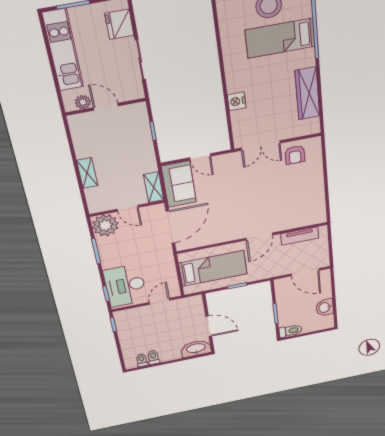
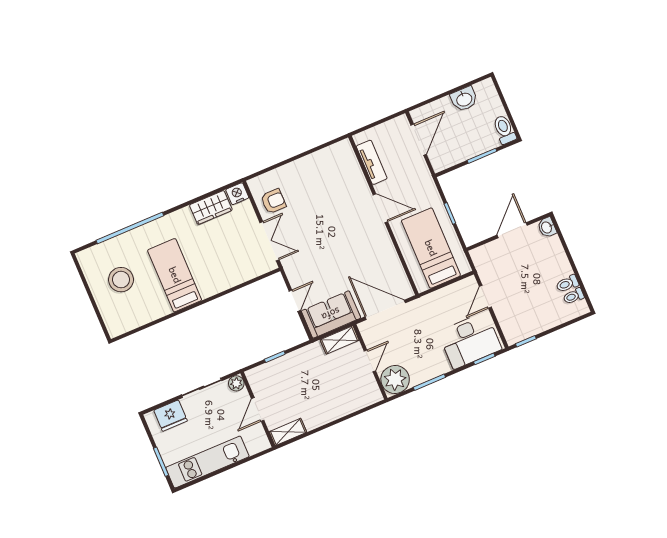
bed: (280, 38) -> (175, 275), moved, turned 180
wardrobe: (307, 93) -> (211, 208), width x0.67
nightstand: (237, 101) -> (237, 194), moved, turned 180
plant: (83, 102) -> (236, 383), moved
shelving: (87, 173) -> (288, 432), moved
door: (159, 301) -> (485, 297), hinge flipped
washbasin: (196, 349) -> (547, 227), width x0.52, depth x0.69

